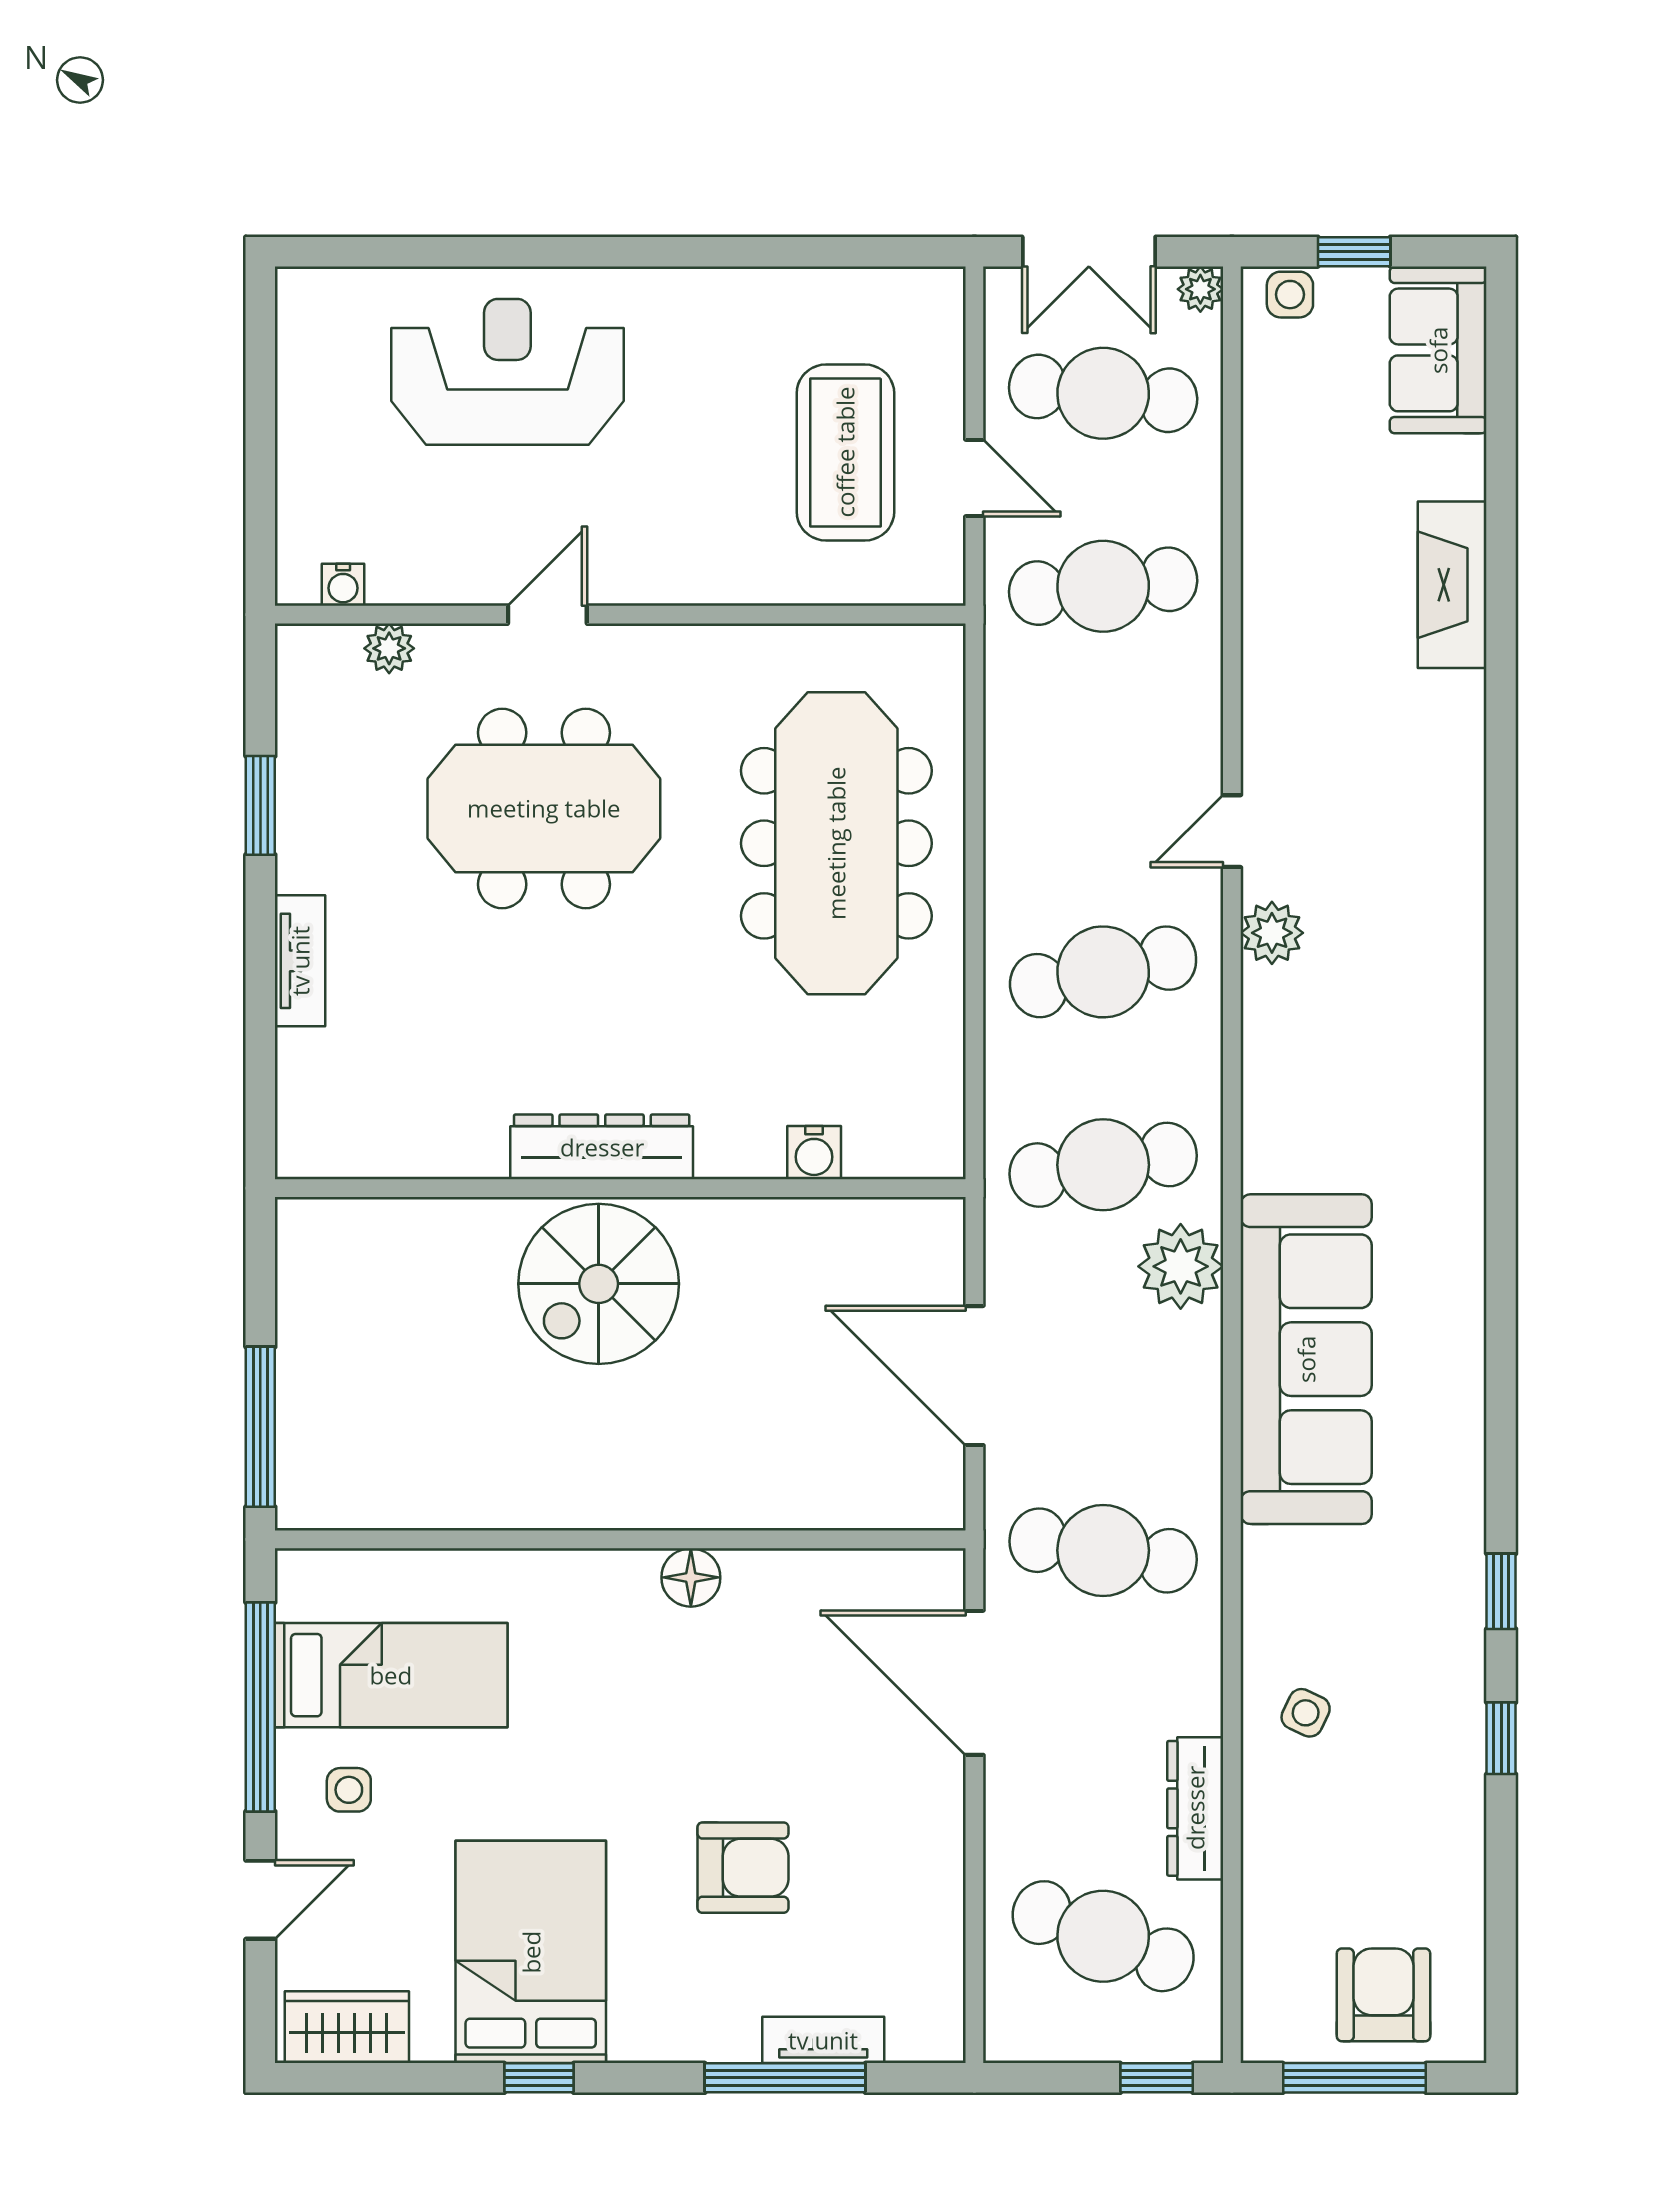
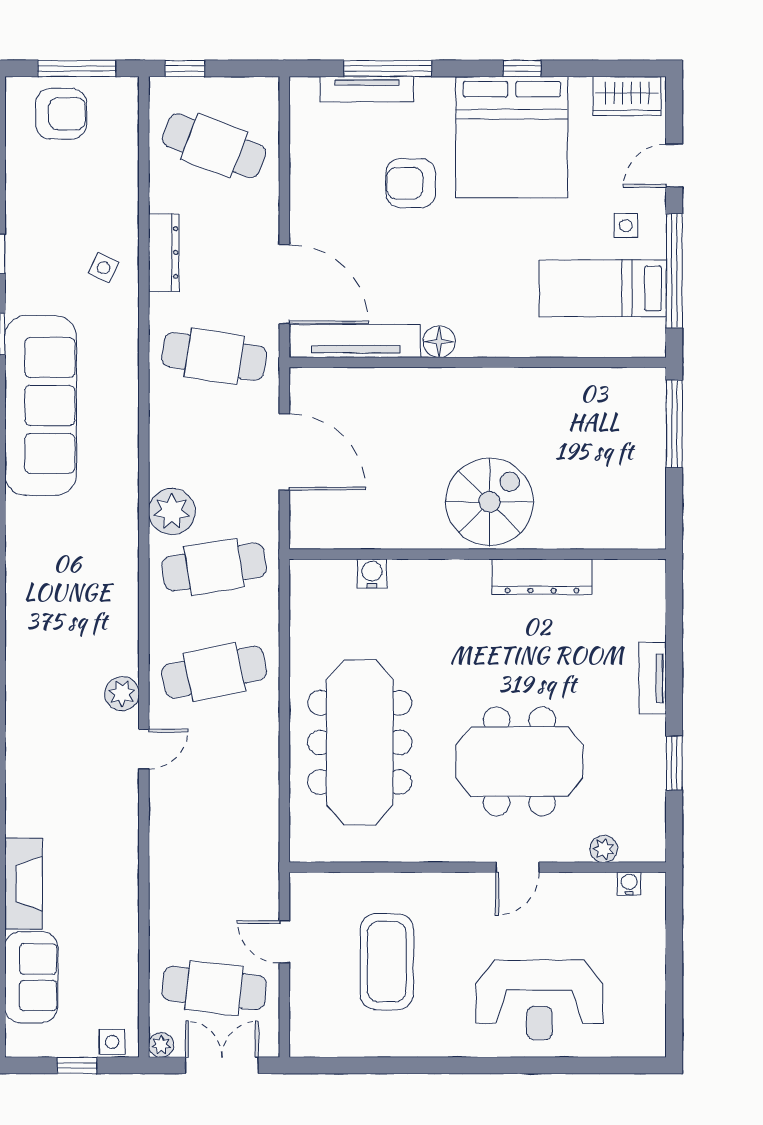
sofa: (1438, 350) -> (31, 977), moved
coffee table: (845, 452) -> (387, 962), moved
cafe table: (1103, 586) -> (214, 883), removed
dresser: (602, 1147) -> (542, 577), moved
sofa: (1306, 1359) -> (41, 405), moved, turned 180
tv unit: (844, 1579) -> (356, 341), added
dresser: (1195, 1808) -> (164, 253), moved
bed: (531, 1952) -> (512, 137), width x1.36
armchair: (1383, 1995) -> (61, 114), turned -90
tv unit: (823, 2040) -> (367, 89), width x1.41

